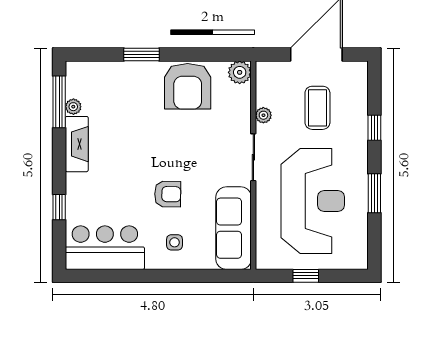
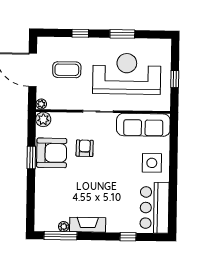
window: (142, 54) -> (31, 157), moved
plant: (263, 115) -> (41, 104), moved
armchair: (168, 194) -> (85, 148), moved
side table: (175, 242) -> (152, 163), width x1.87, depth x1.87

